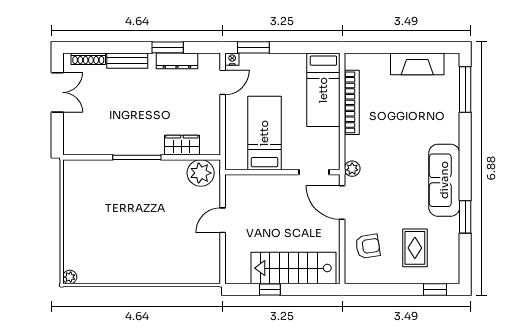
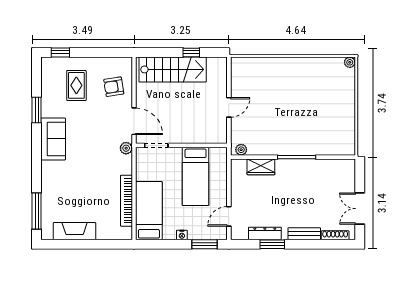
nightstand: (232, 59) -> (182, 235), moved
plant: (201, 173) -> (241, 150), width x0.53, depth x0.53
sofa: (444, 180) -> (53, 139), width x0.73

